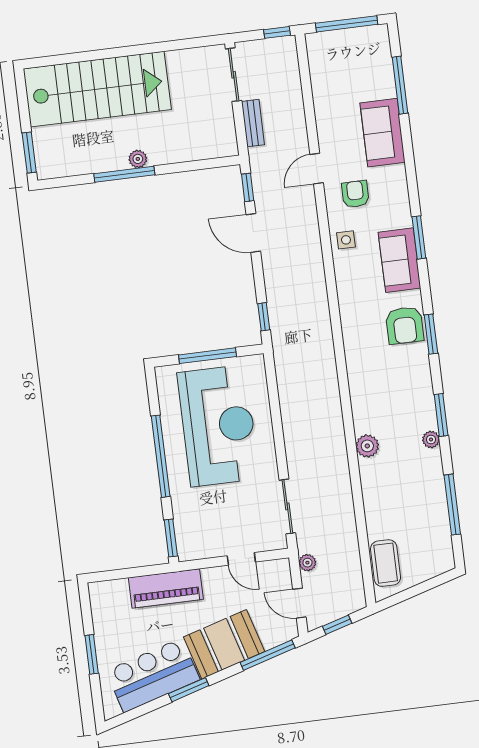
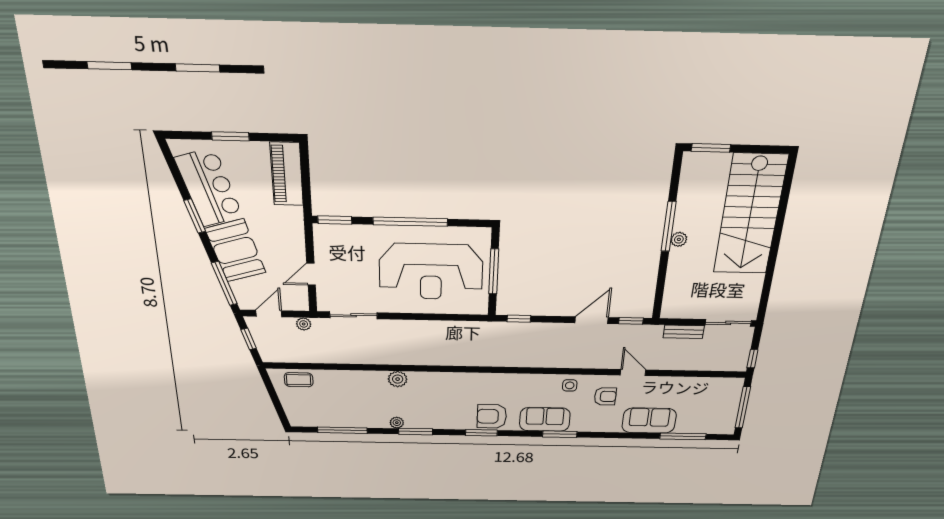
coffee table: (386, 563) -> (299, 380), width x0.73, depth x0.77
piano: (166, 588) -> (287, 174), moved

